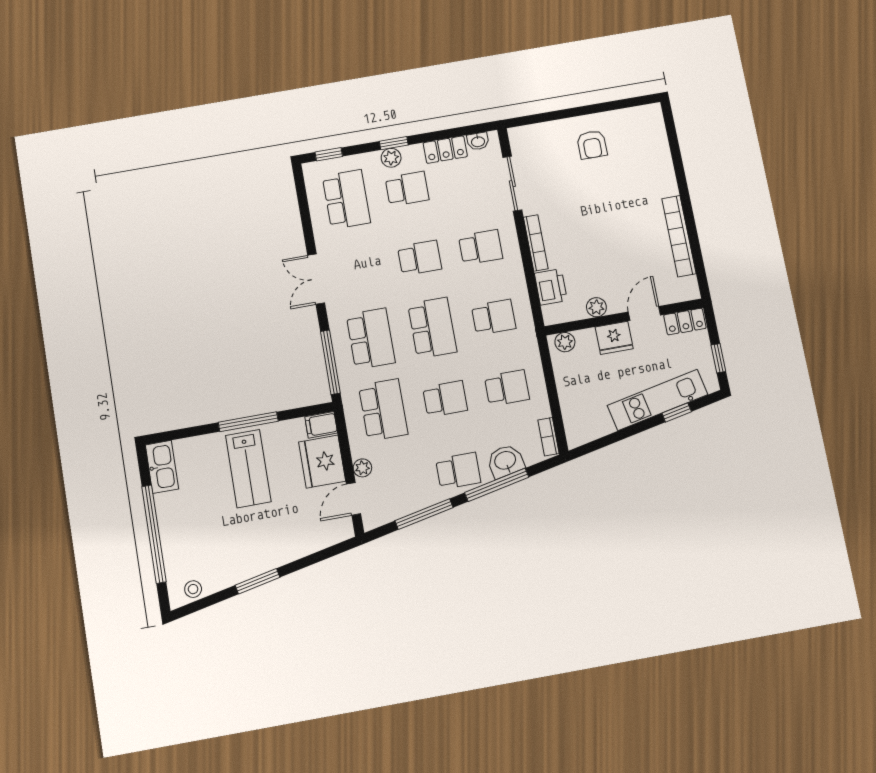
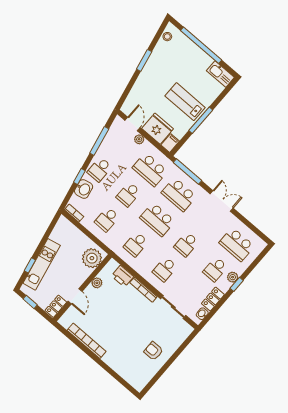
window: (329, 154) -> (260, 258), removed
fridge: (614, 338) -> (80, 276), removed
plant: (565, 342) -> (92, 258), width x1.87, depth x1.87
window: (497, 485) -> (79, 176), width x0.46

